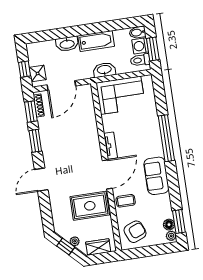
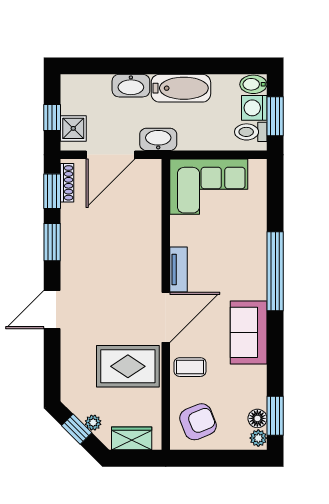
washbasin: (104, 70) -> (158, 139), moved

